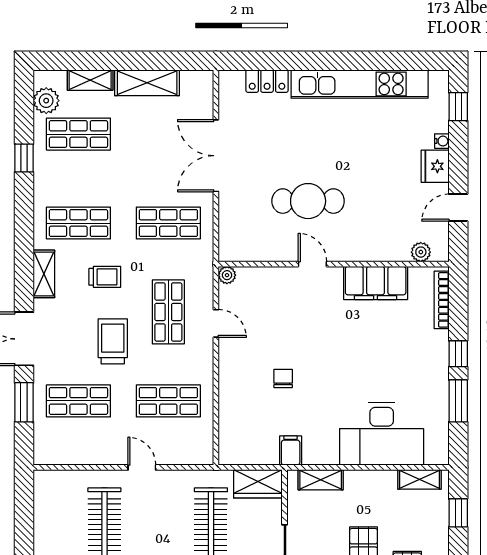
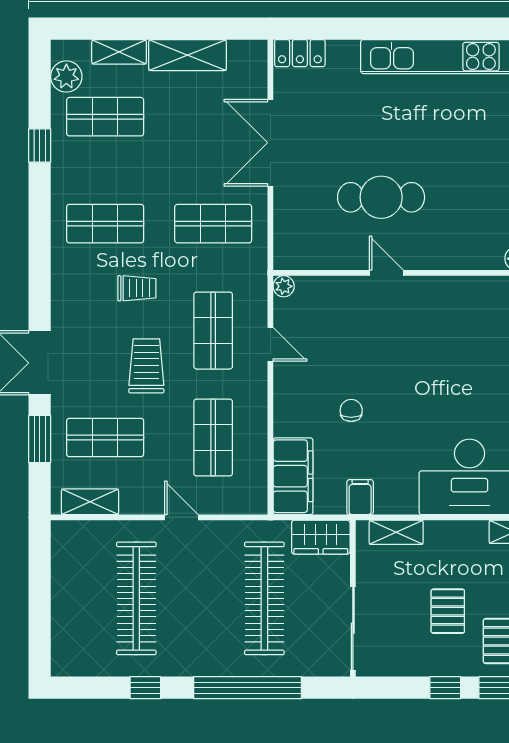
locker: (267, 81) -> (300, 53), moved
shelving: (44, 274) -> (90, 502), moved, turned 90
filing cabinet: (376, 283) -> (293, 476), moved, turned -90
shop shelf: (168, 401) -> (213, 437), turned 90

